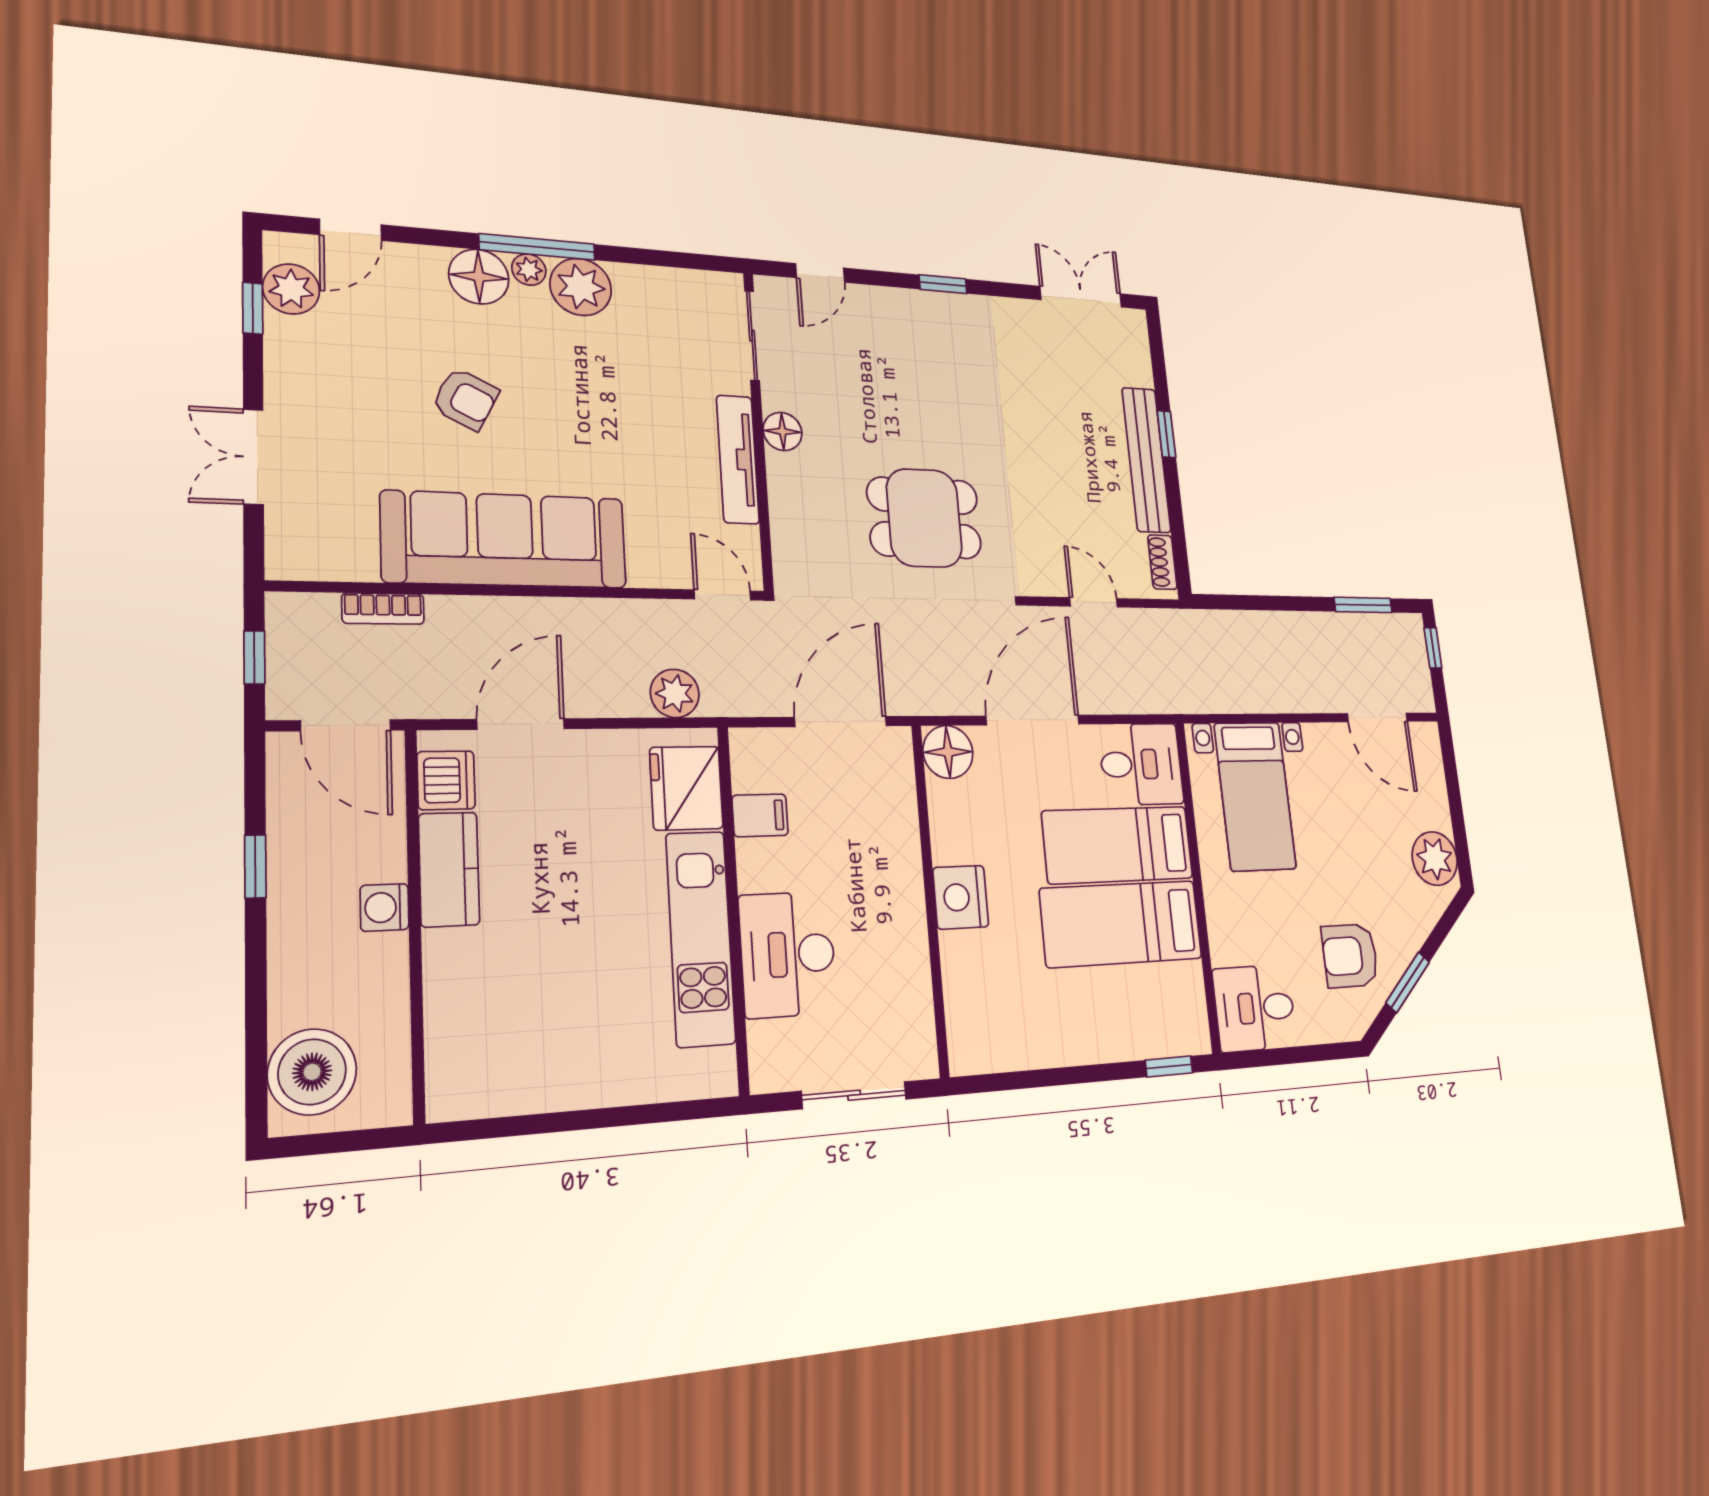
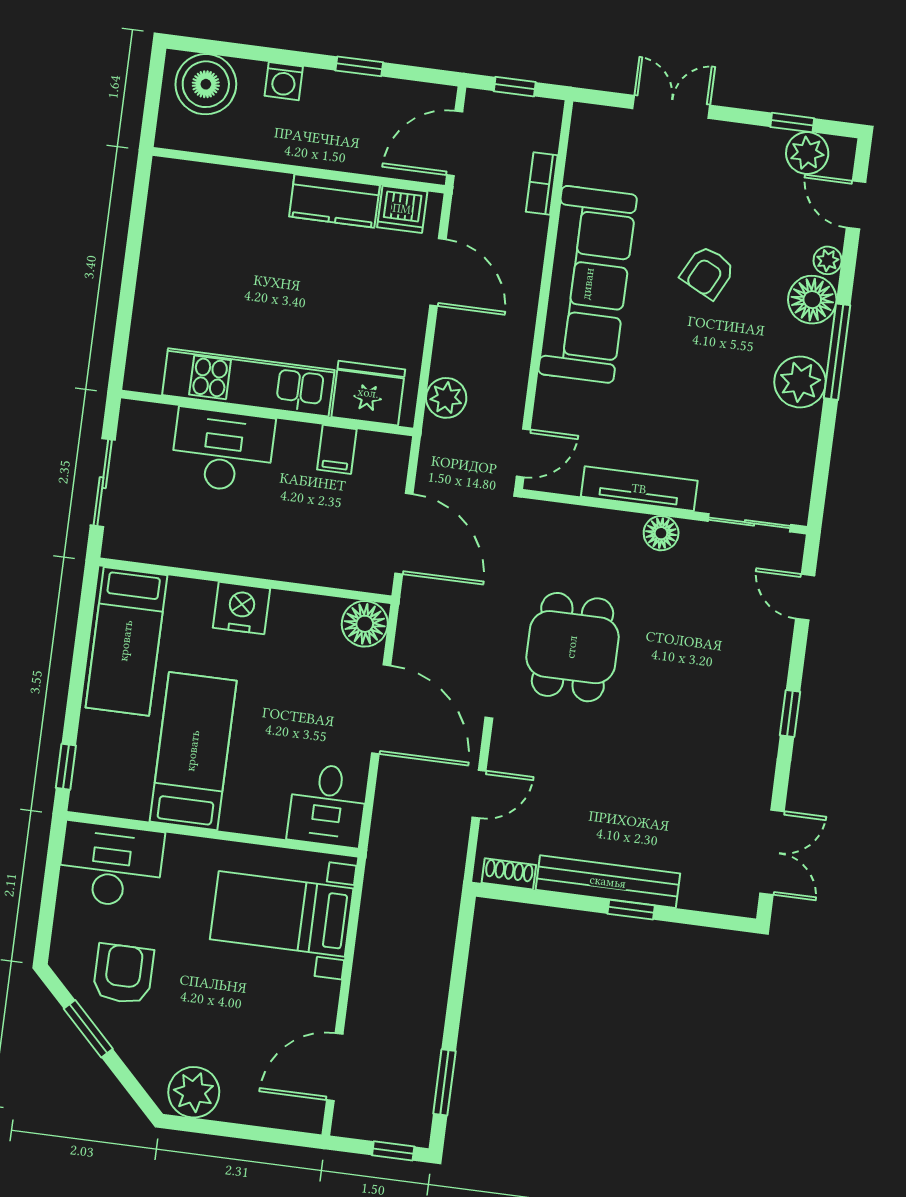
plant: (529, 270) -> (828, 260), moved
bed: (1118, 845) -> (126, 641), moved, turned 180
washing machine: (384, 907) -> (284, 81), moved, turned 180
desk: (1255, 1008) -> (111, 865), width x1.37

